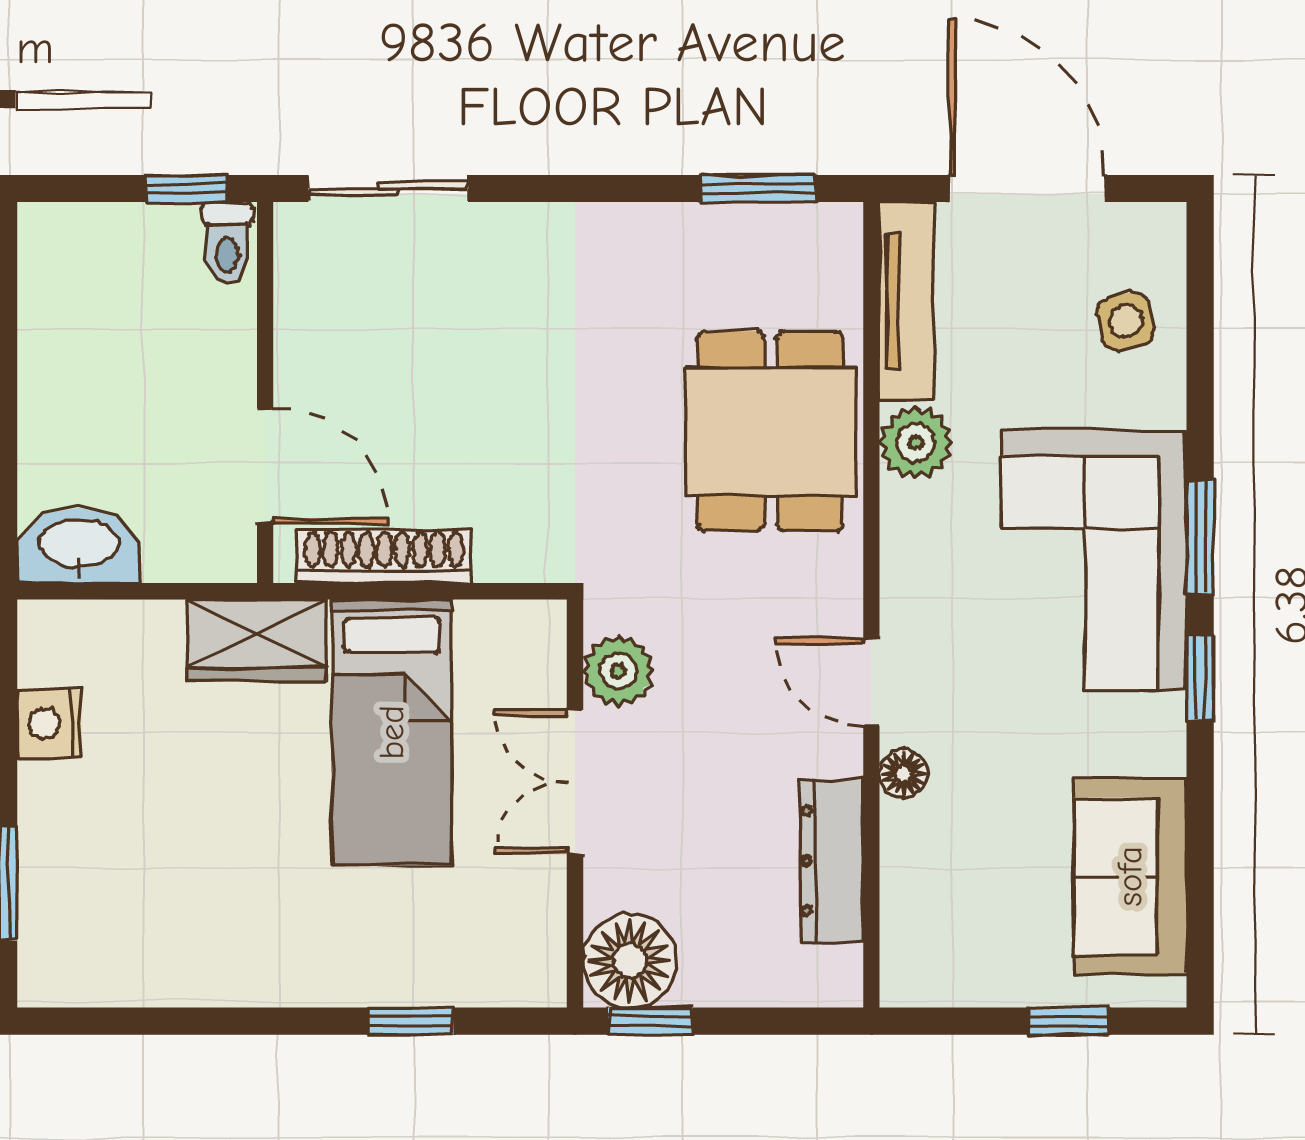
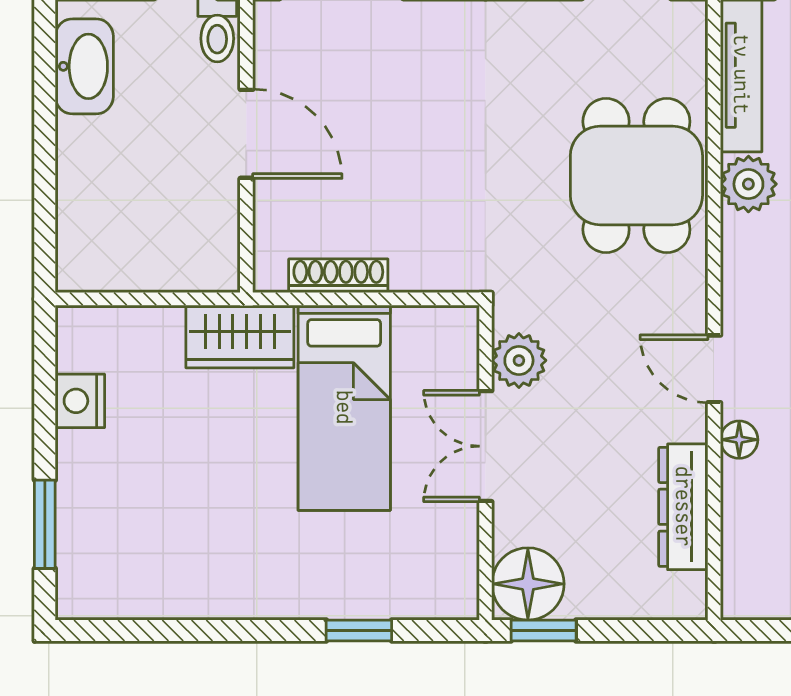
door: (265, 466) -> (246, 134), moved
washbasin: (79, 546) -> (84, 66), moved, turned 90
shoe rack: (384, 556) -> (338, 276), width x0.74, depth x0.81

